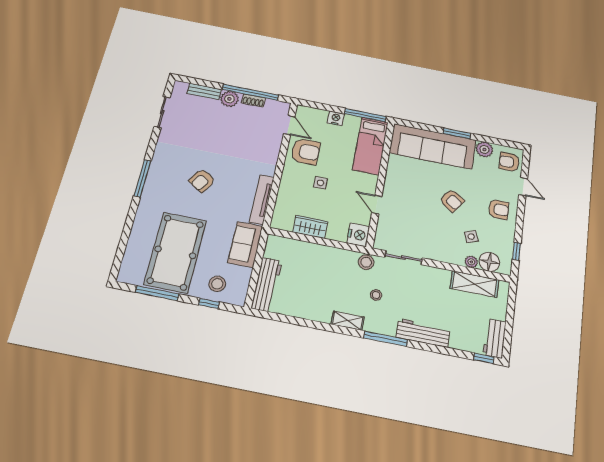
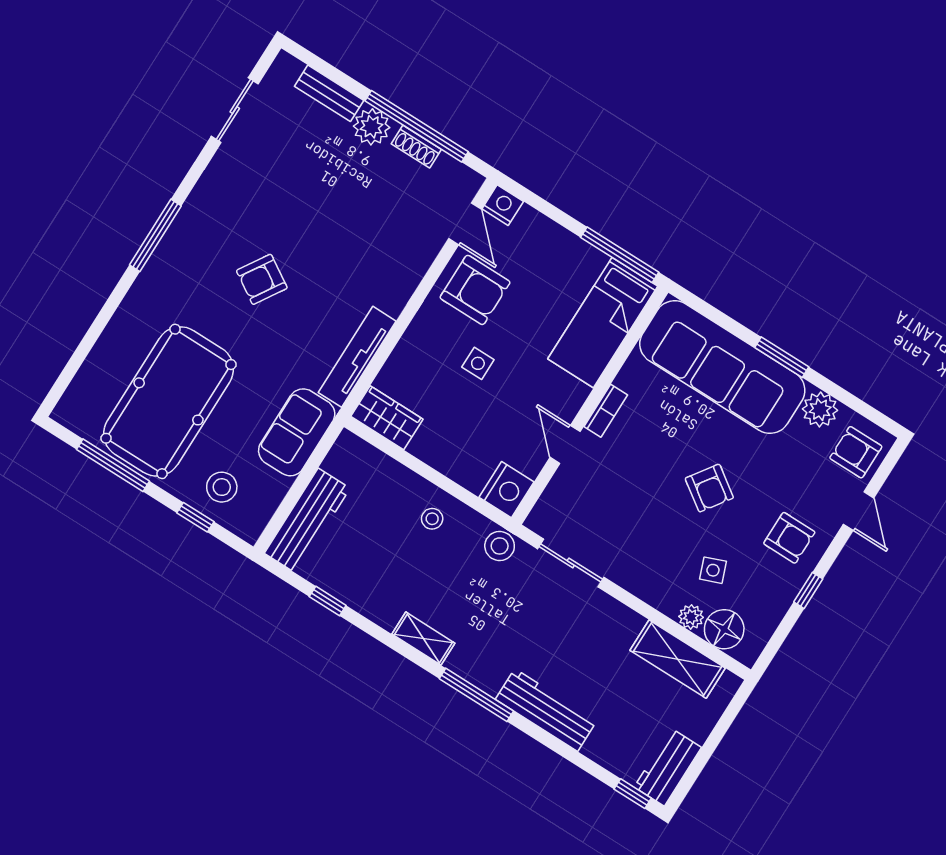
nightstand: (336, 118) -> (503, 205), moved
bookcase: (389, 183) -> (606, 411), added
wardrobe: (310, 227) -> (387, 418), moved
window: (517, 251) -> (808, 590), moved
stool: (376, 295) -> (432, 519), moved
window: (292, 320) -> (328, 601), added

